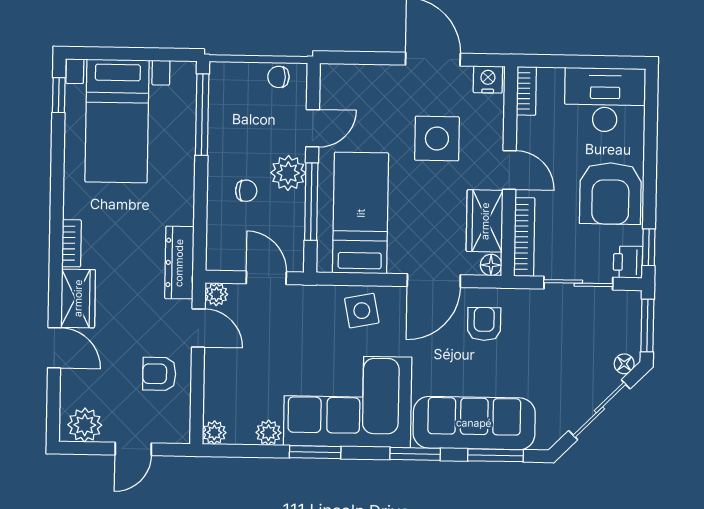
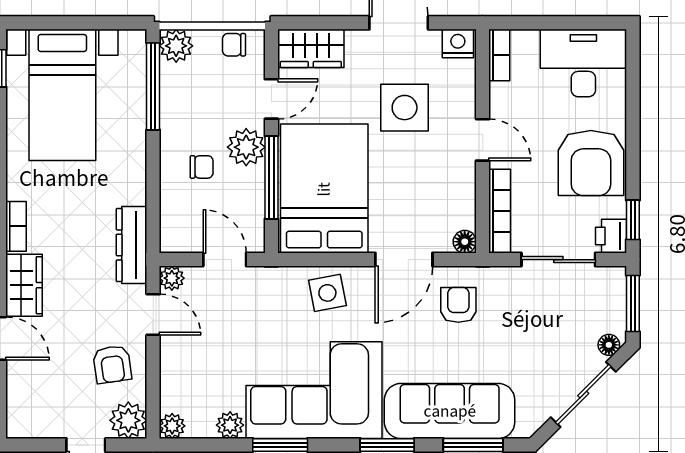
plant: (224, 77) -> (176, 46), added
bed: (361, 213) -> (324, 189), width x1.50
wardrobe: (485, 221) -> (311, 48), moved, turned -90
armchair: (159, 374) -> (112, 364), turned -98
plant: (85, 425) -> (128, 420), moved

